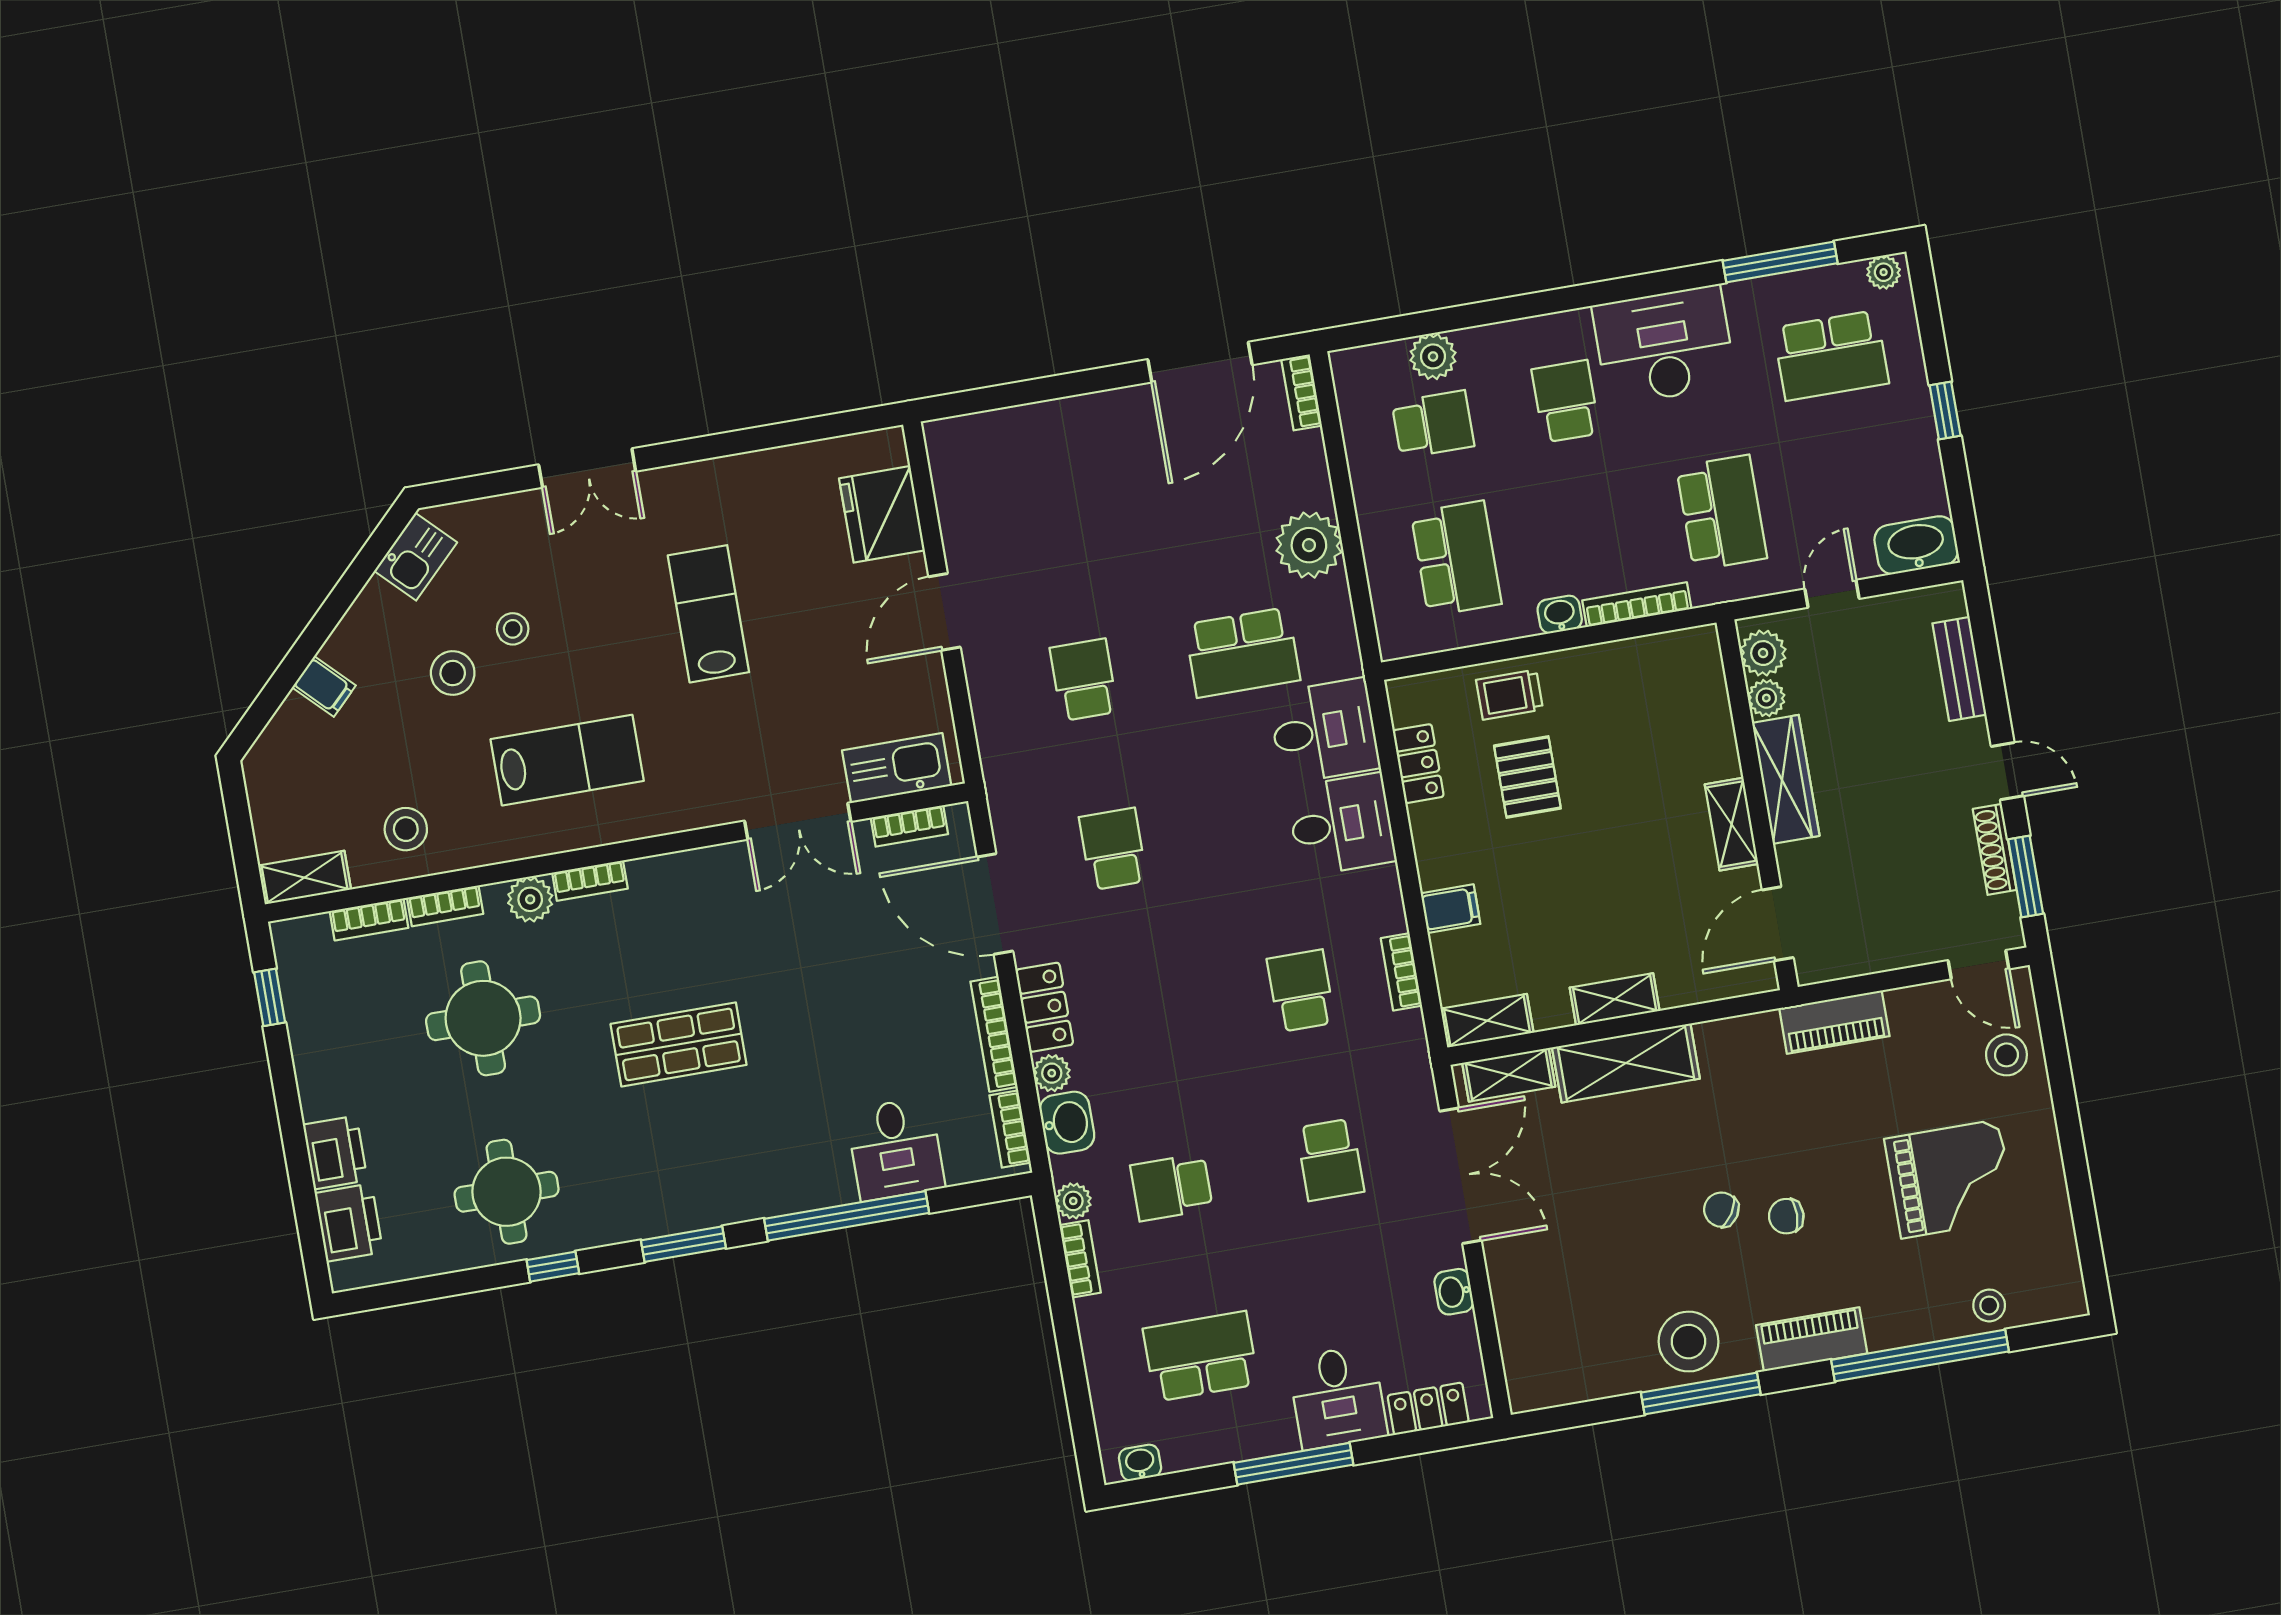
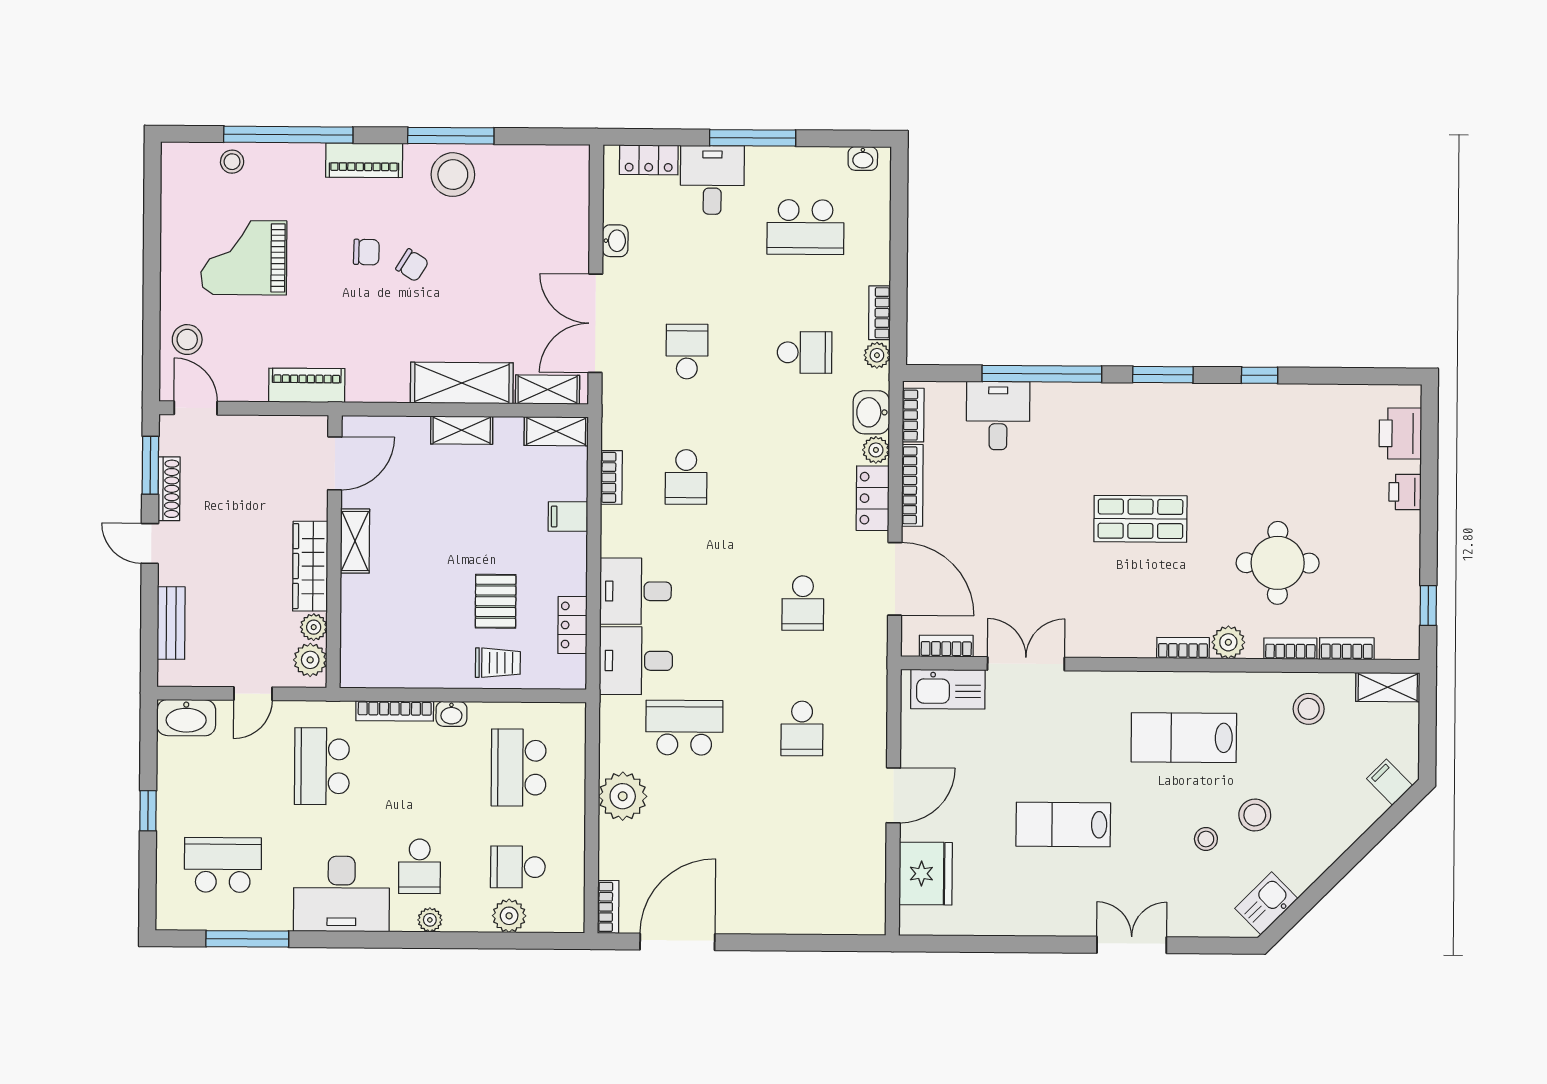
plant: (1884, 272) -> (430, 920), moved
lab bench: (708, 614) -> (1063, 825), turned 90
filing cabinet: (324, 686) -> (1390, 782), moved
printer: (335, 1153) -> (1405, 492), width x0.73, depth x0.81
round table: (507, 1192) -> (1283, 435), removed

